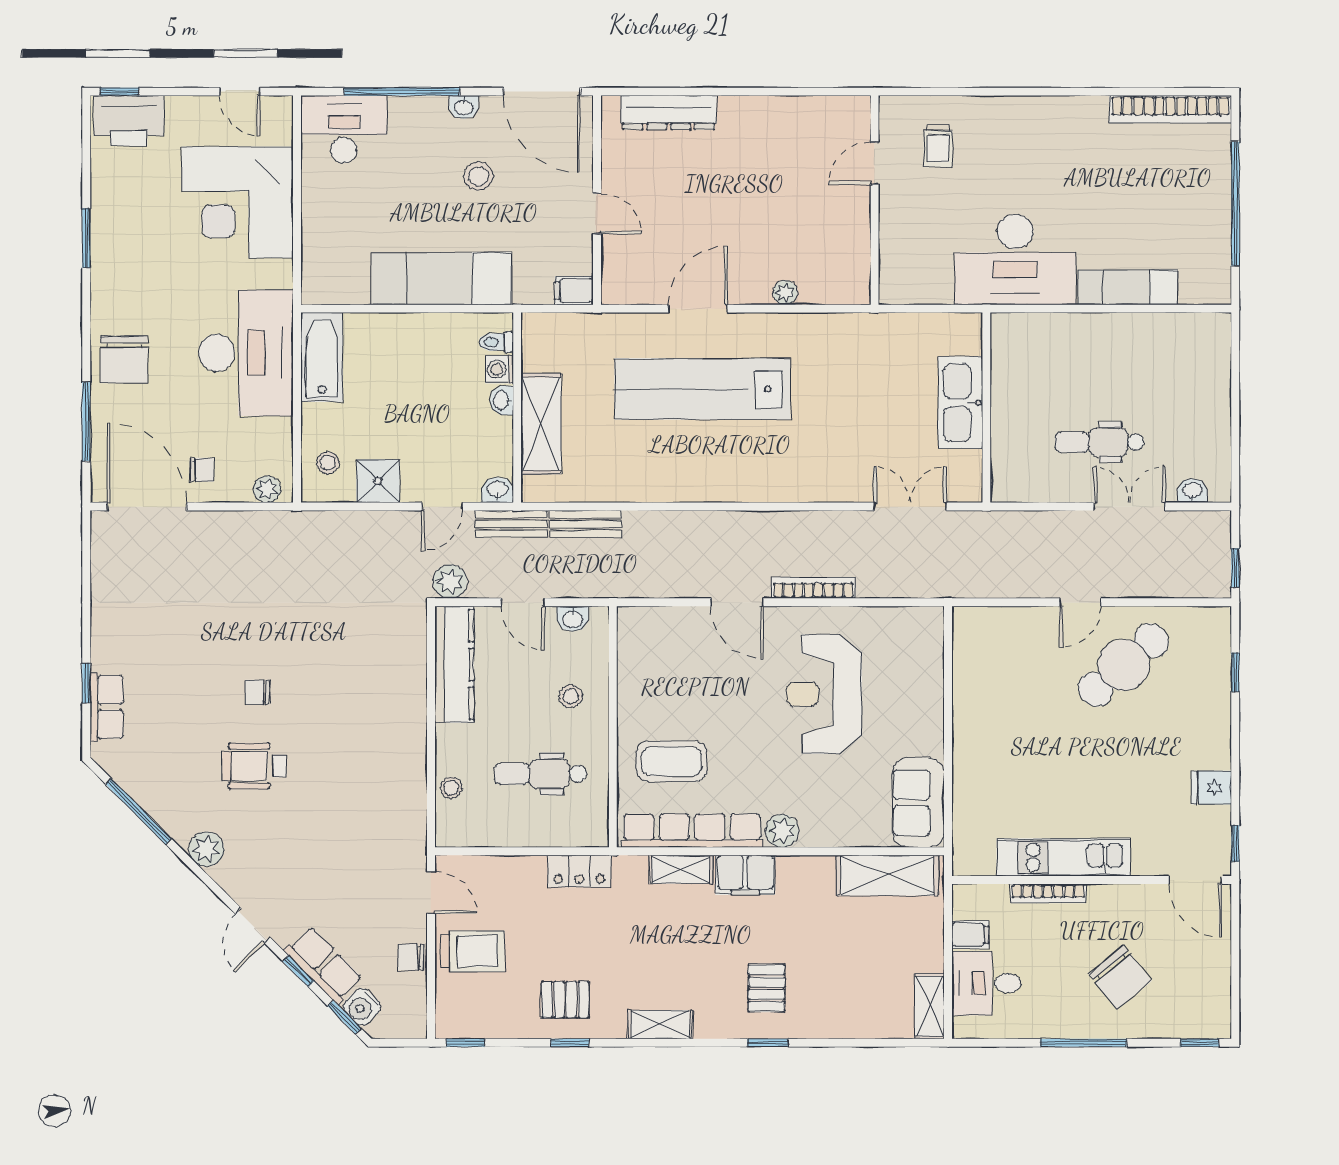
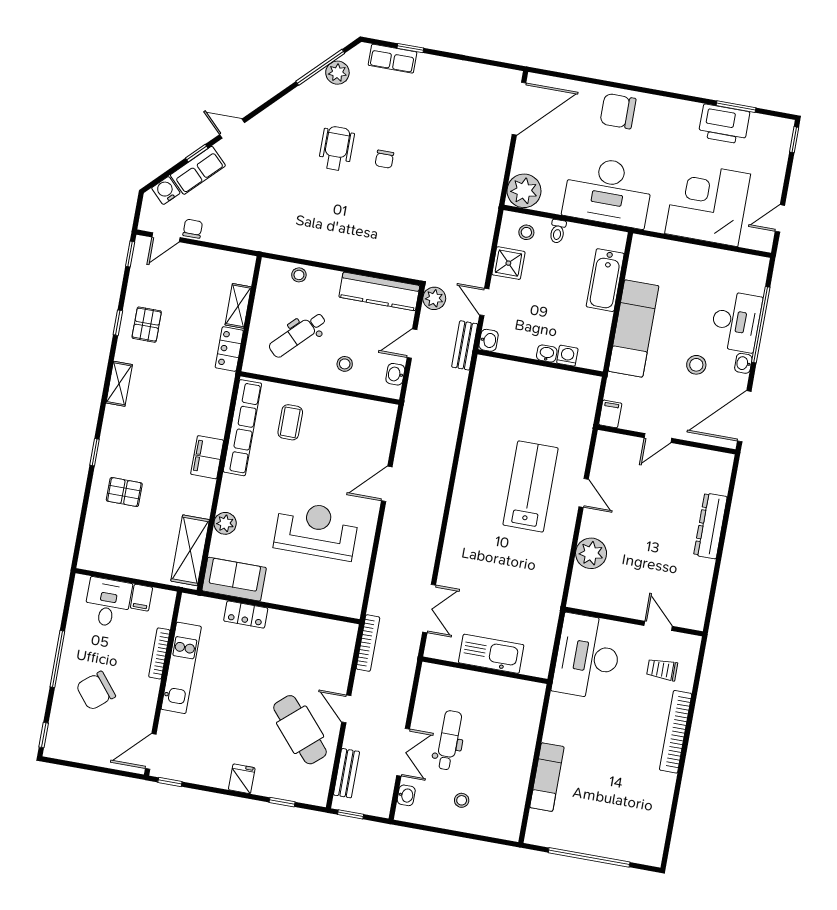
bookcase: (1170, 109) -> (676, 732), moved
dresser: (669, 112) -> (710, 526), moved
printer: (129, 121) -> (724, 124), moved, turned -90
desk: (344, 129) -> (736, 321), moved
window: (86, 238) -> (736, 107), moved
desk: (1015, 260) -> (587, 657), moved
plant: (785, 292) -> (591, 553), width x1.88, depth x1.88
door: (698, 309) -> (584, 493), width x0.73
toilet: (496, 342) -> (558, 231), moved, turned 180
bathtub: (322, 357) -> (605, 280), moved, turned 90
lab bench: (702, 389) -> (531, 486), width x0.73
stool: (1185, 407) -> (462, 800), added
window: (86, 421) -> (582, 79), removed
shelving: (541, 424) -> (527, 377), removed
chair: (202, 470) -> (537, 149), removed
plant: (267, 489) -> (524, 191), width x1.88, depth x1.88
bench: (585, 524) -> (346, 773), moved
bookcase: (814, 588) -> (368, 643), moved
chair: (257, 692) -> (384, 159), turned 180
coffee table: (672, 761) -> (290, 422), width x0.73, depth x0.77
dental chair: (540, 774) -> (298, 335), turned -135
locker: (968, 776) -> (246, 615), added
fridge: (1211, 788) -> (242, 779), moved
plant: (782, 831) -> (225, 523), moved
plant: (206, 849) -> (337, 73), moved
shelving: (681, 869) -> (238, 306), moved
door: (431, 893) -> (166, 237), moved
trolley: (473, 951) -> (189, 270), removed
pallet: (767, 988) -> (124, 492), moved
shelving: (929, 1006) -> (99, 562), removed
window: (344, 1017) -> (161, 178), removed

